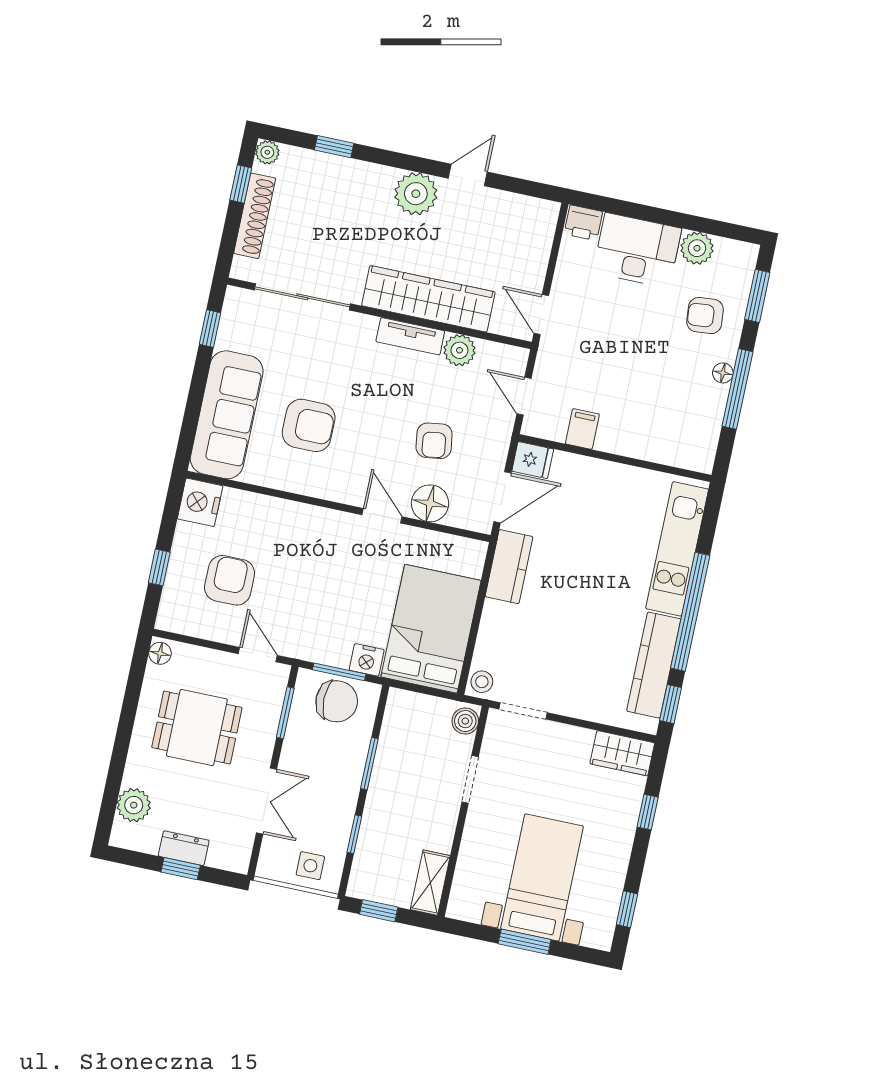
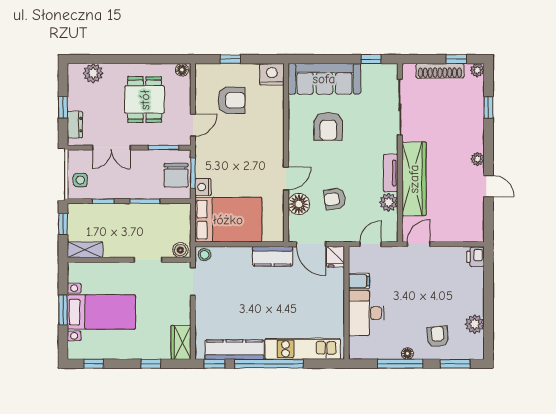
plant: (416, 194) -> (478, 159), width x0.53, depth x0.53
desk: (637, 250) -> (366, 313), moved, turned 180
dresser: (184, 848) -> (75, 125), moved

